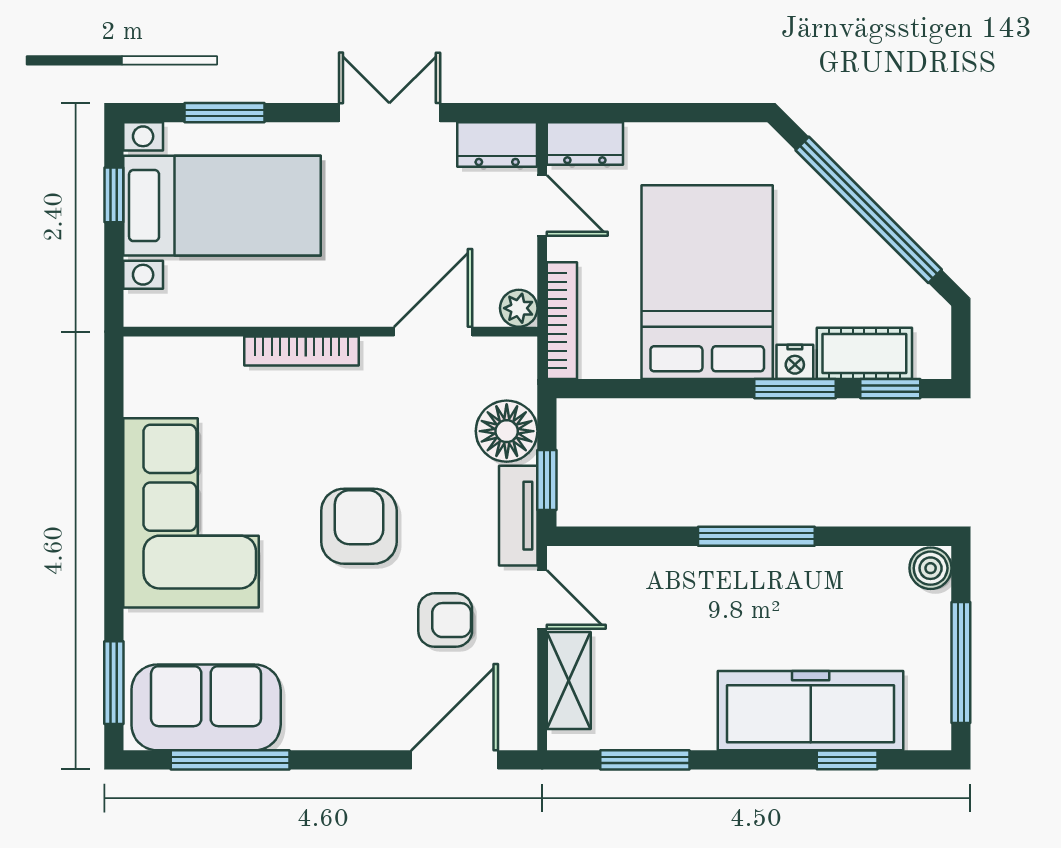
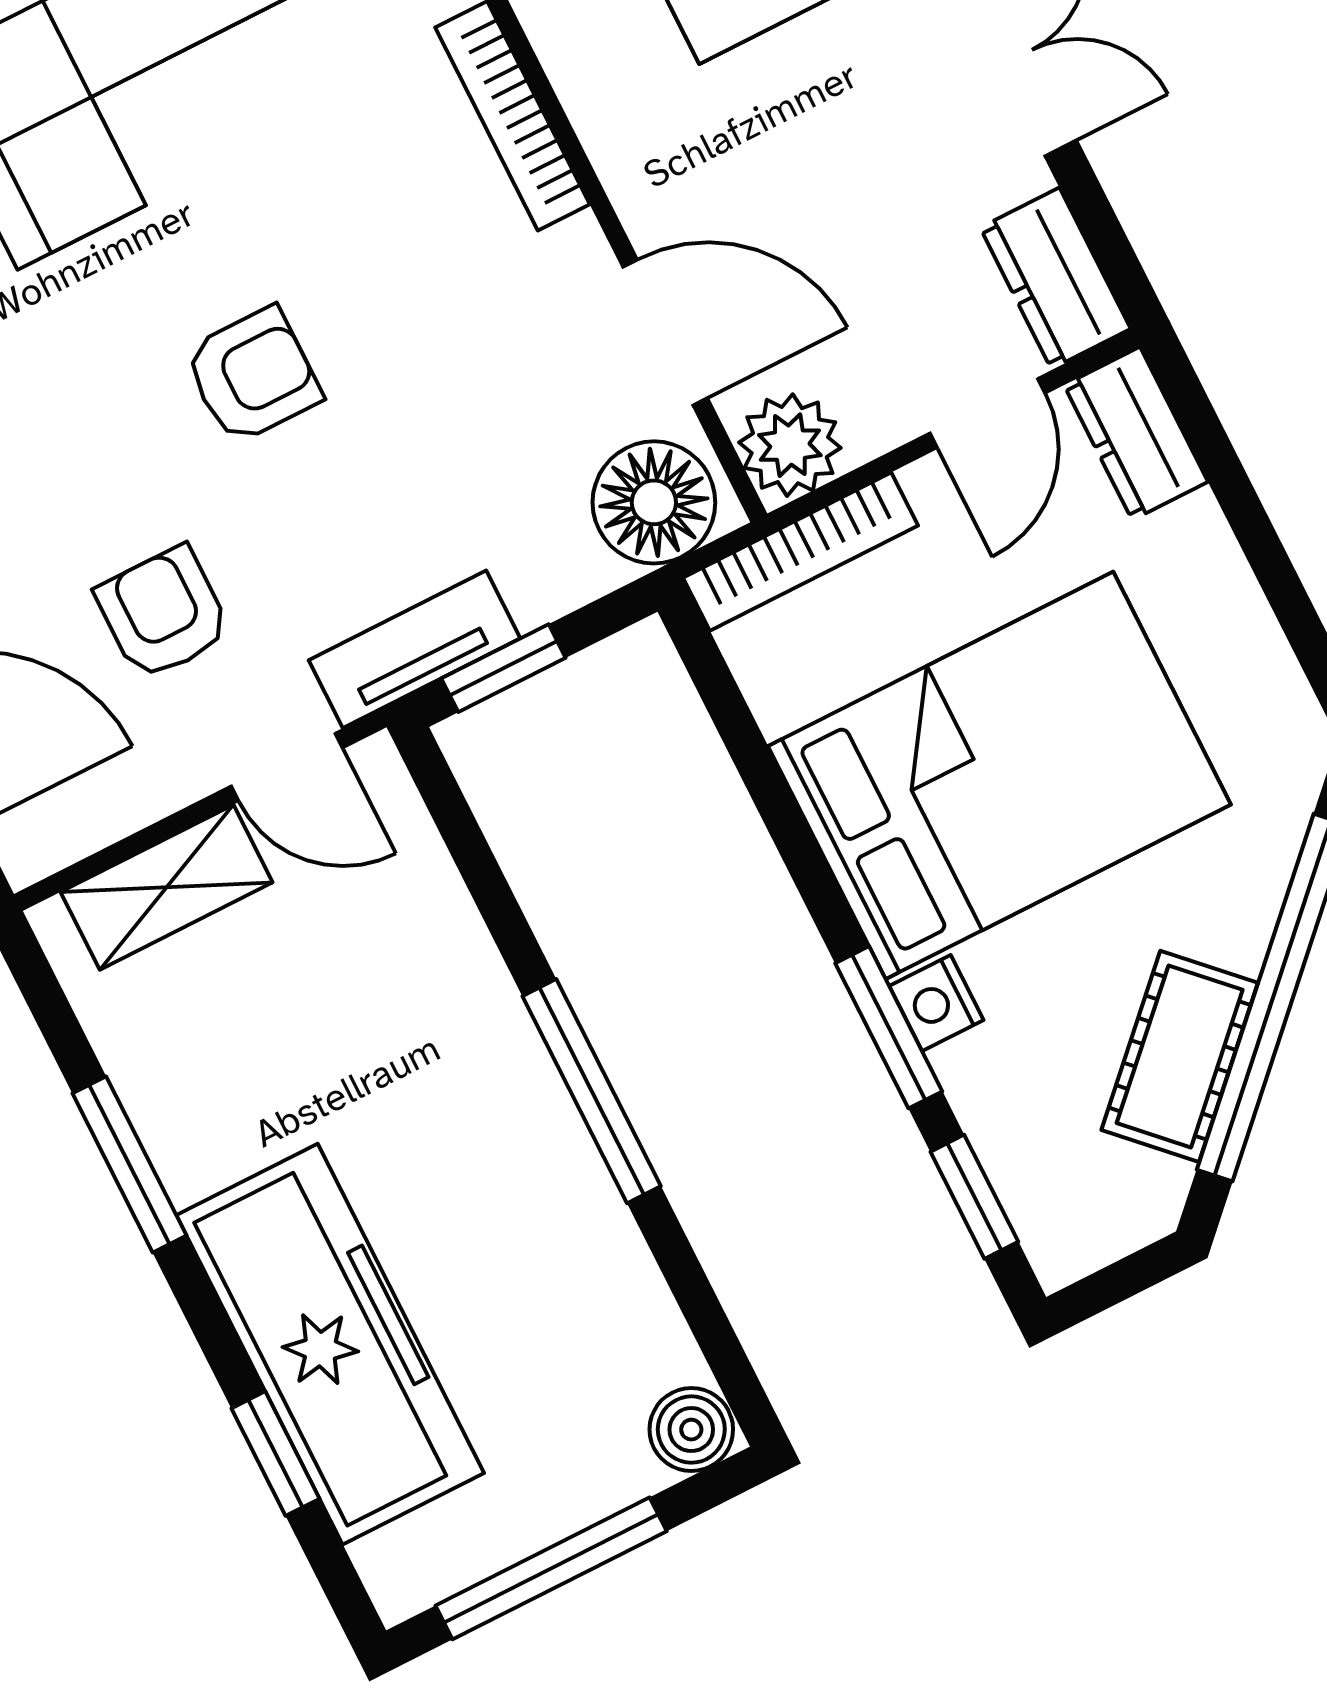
plant: (519, 308) -> (790, 445), width x1.38, depth x1.38
cot: (864, 353) -> (1180, 1056), moved, turned 45
floor lamp: (507, 431) -> (654, 502), moved
armchair: (359, 526) -> (253, 375), width x0.72, depth x0.72
door: (542, 600) -> (287, 767), hinge flipped
armchair: (445, 620) -> (163, 613), turned 180
window: (645, 760) -> (129, 1164), moved

